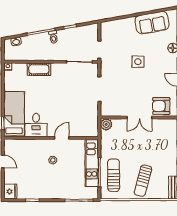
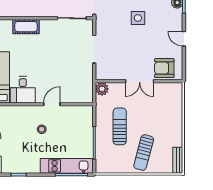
kitchen unit: (92, 163) -> (67, 166), moved, turned 90
sun lounger: (114, 175) -> (120, 126), moved

